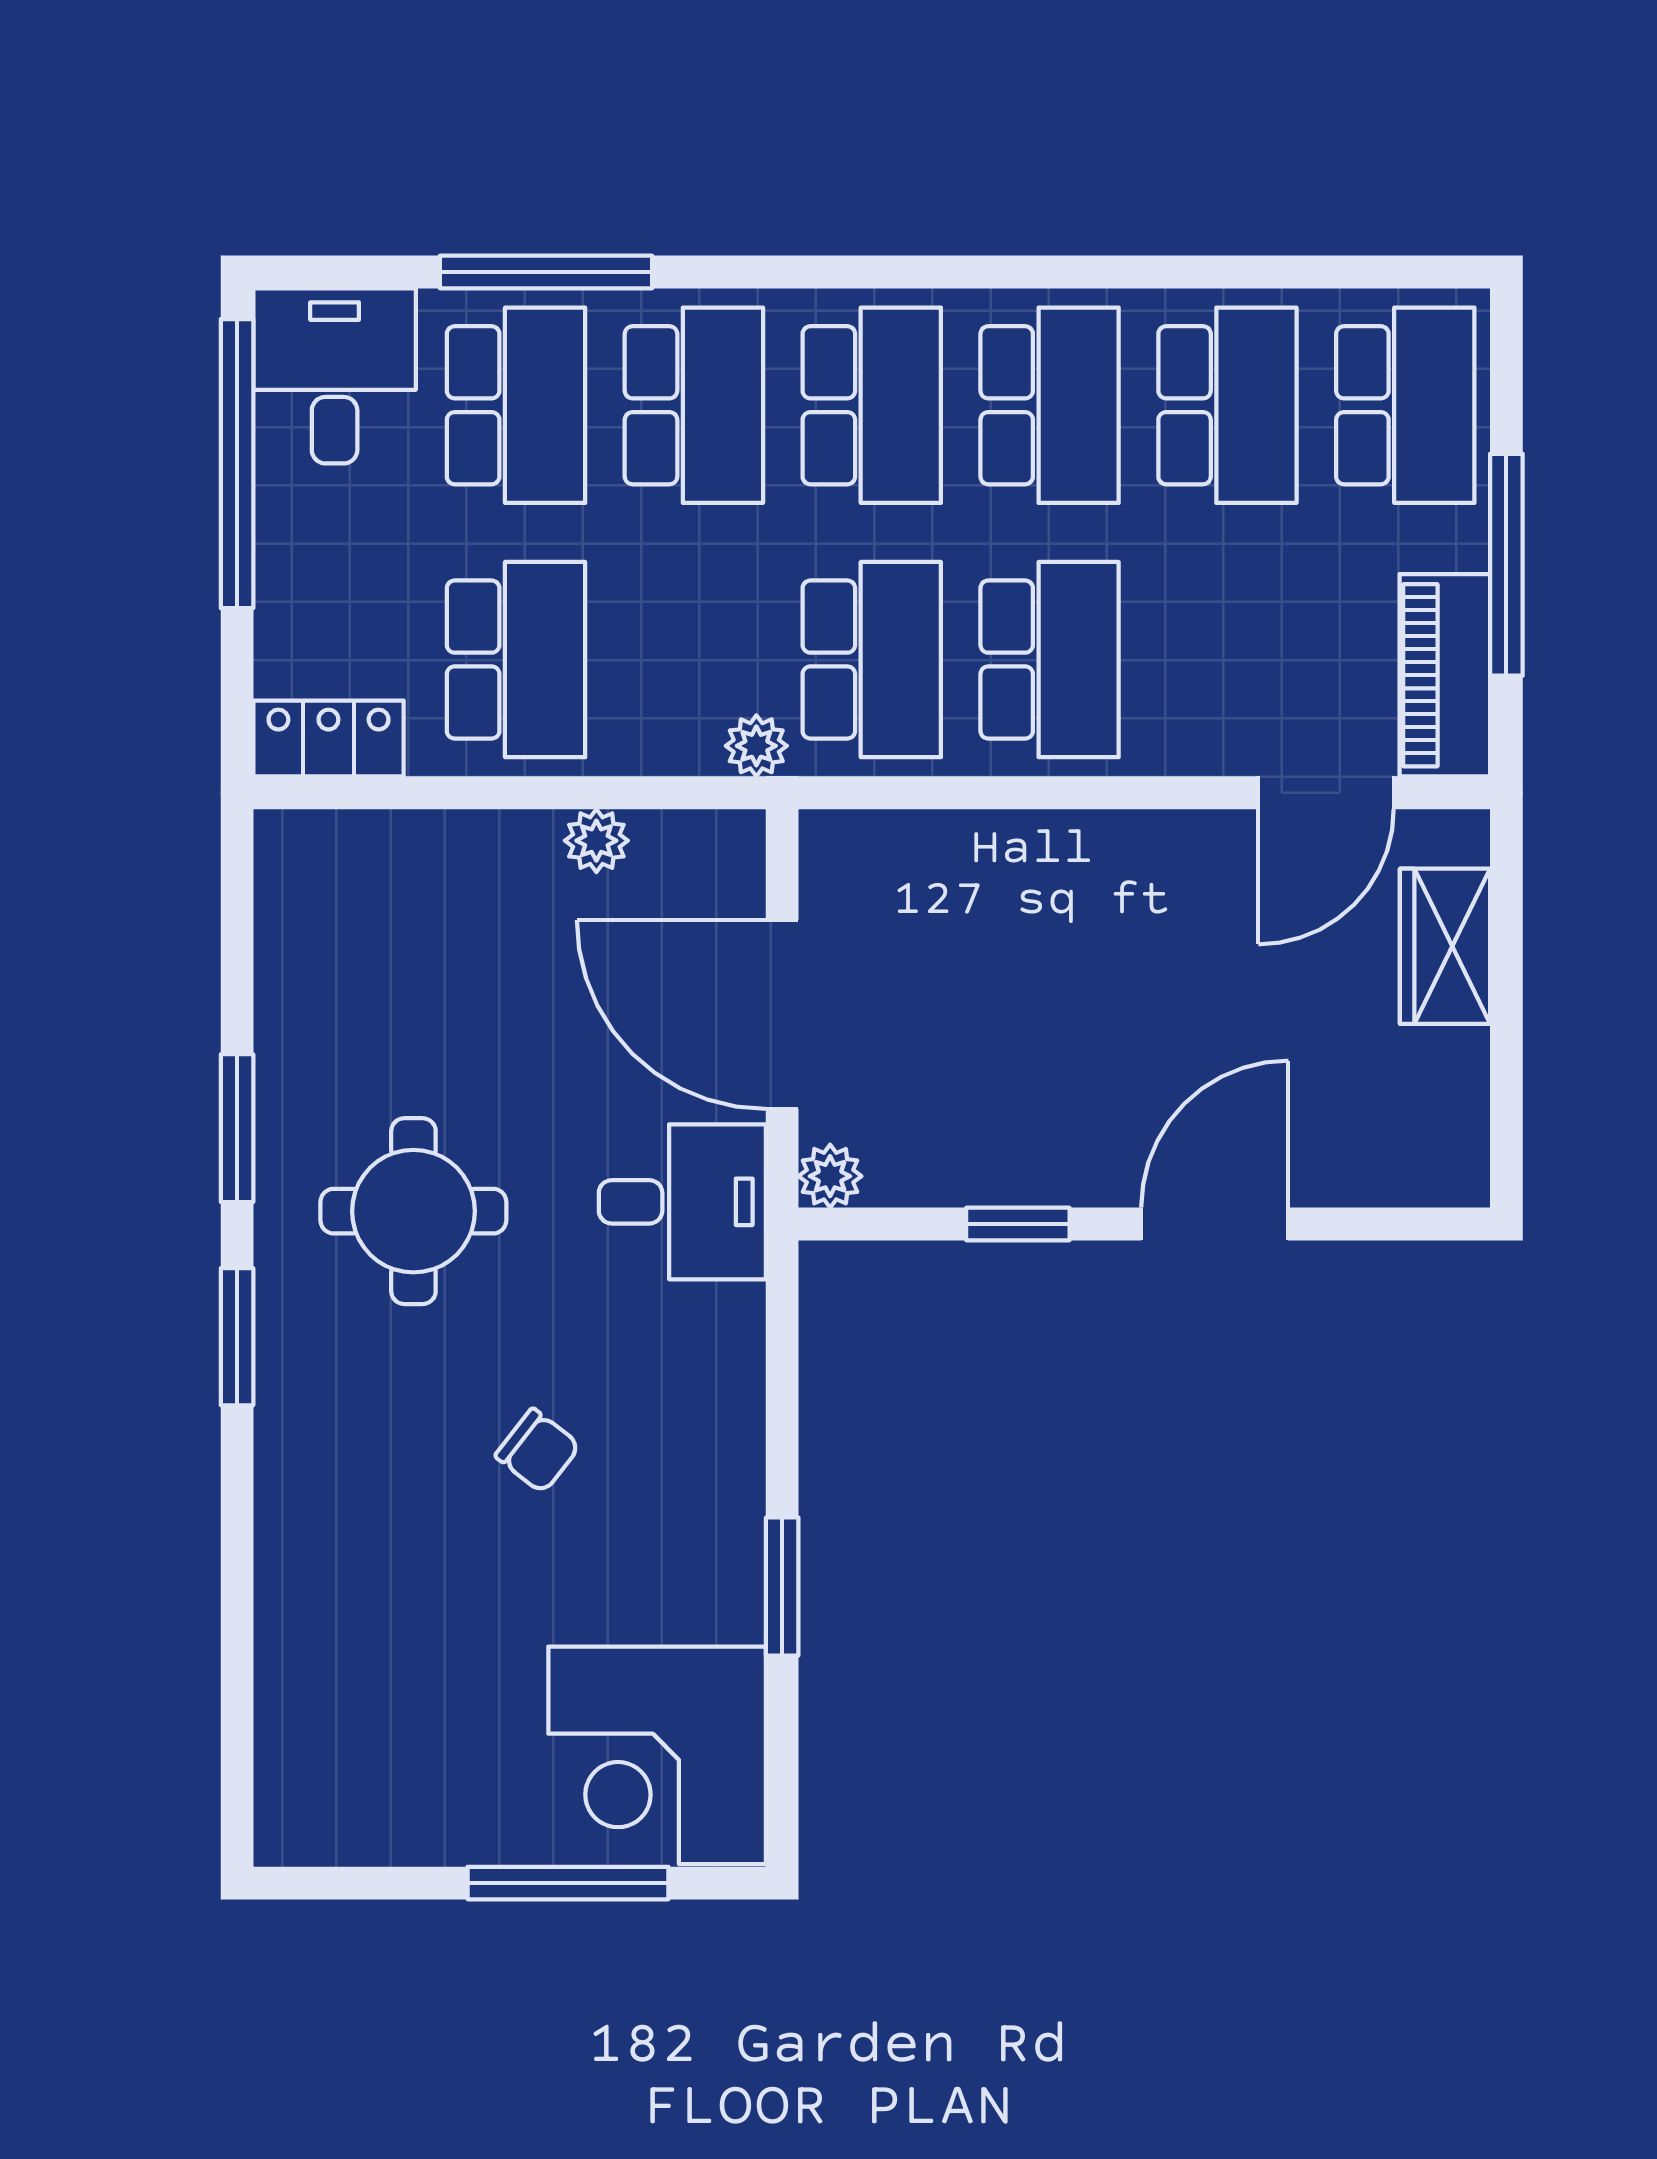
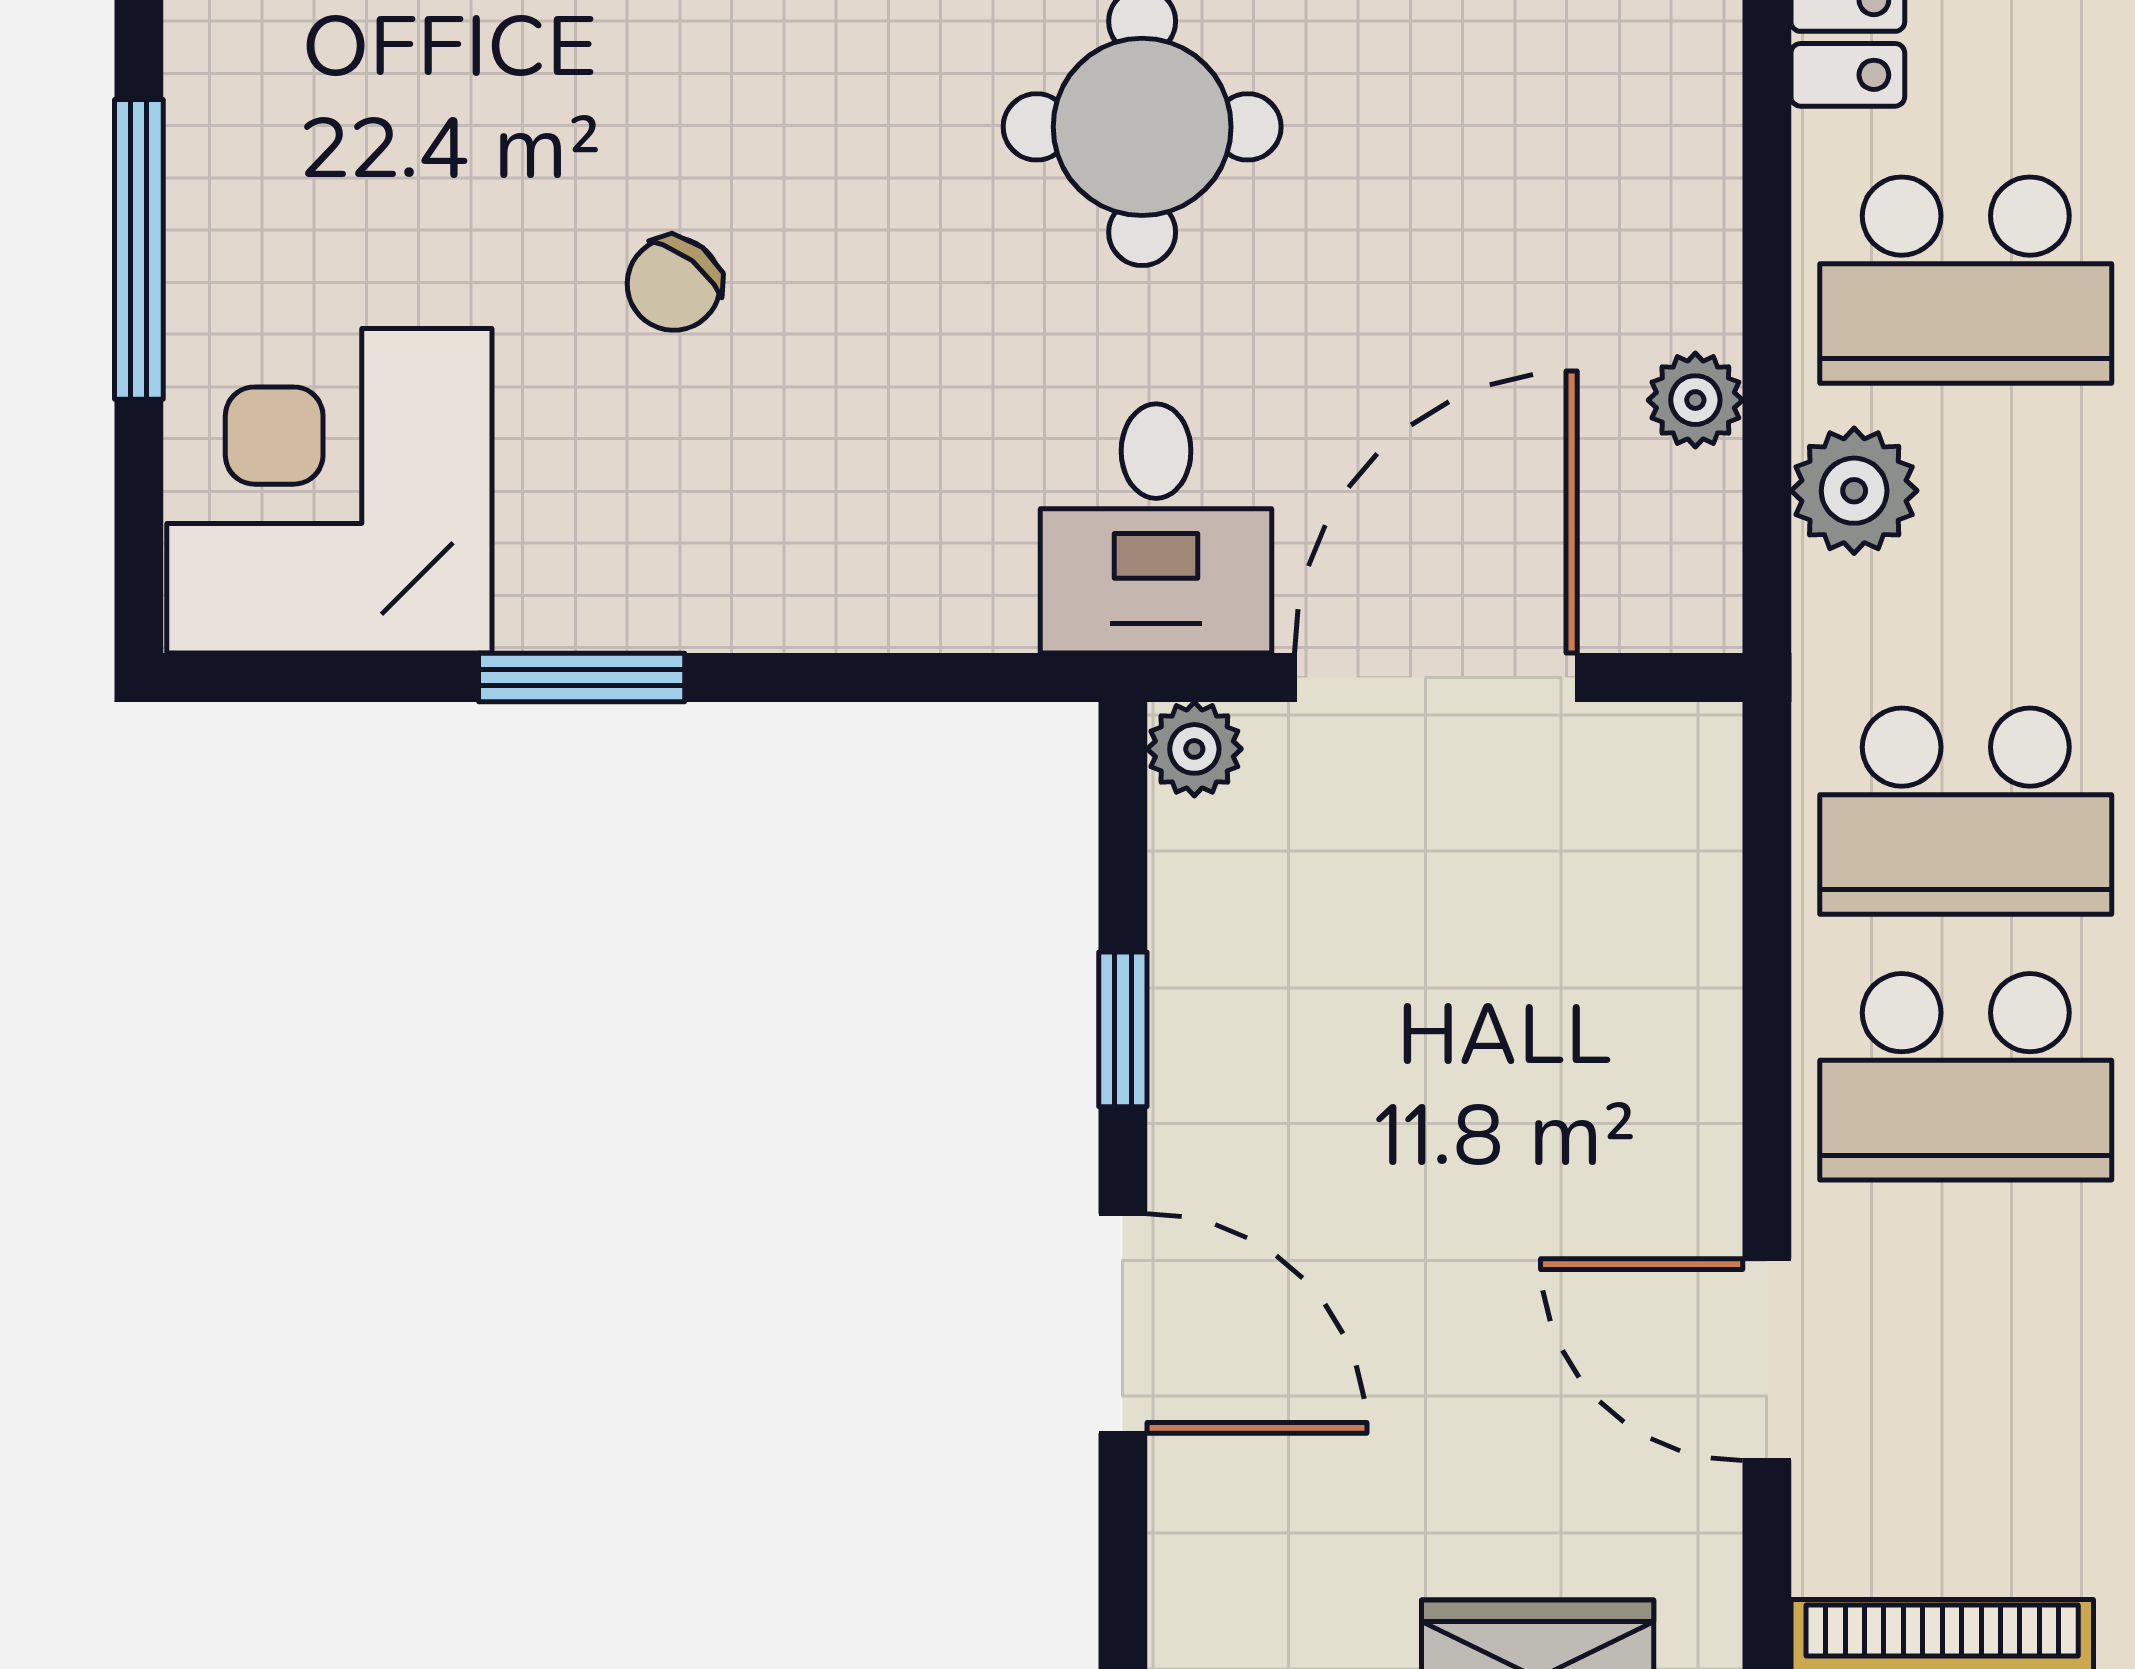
plant: (756, 746) -> (1854, 491), moved, width x1.38, depth x1.38
door: (1326, 793) -> (1767, 1360), moved
chair: (538, 1451) -> (674, 284), moved
window: (568, 1883) -> (139, 249), moved

